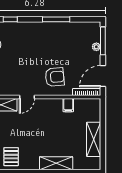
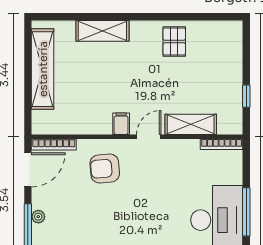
filing cabinet: (68, 105) -> (121, 124), moved
shelving: (94, 139) -> (43, 69), width x1.47

